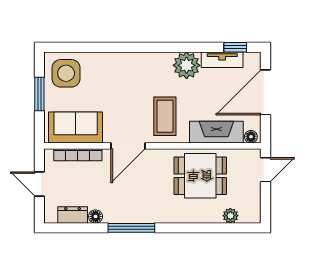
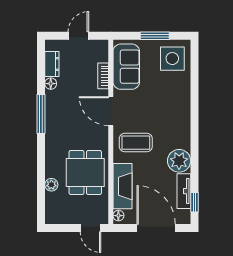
bookcase: (78, 155) -> (103, 76), width x0.64
plant: (230, 216) -> (51, 185), moved

